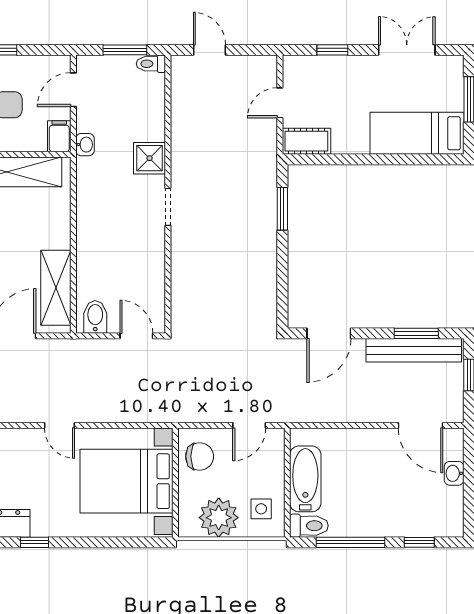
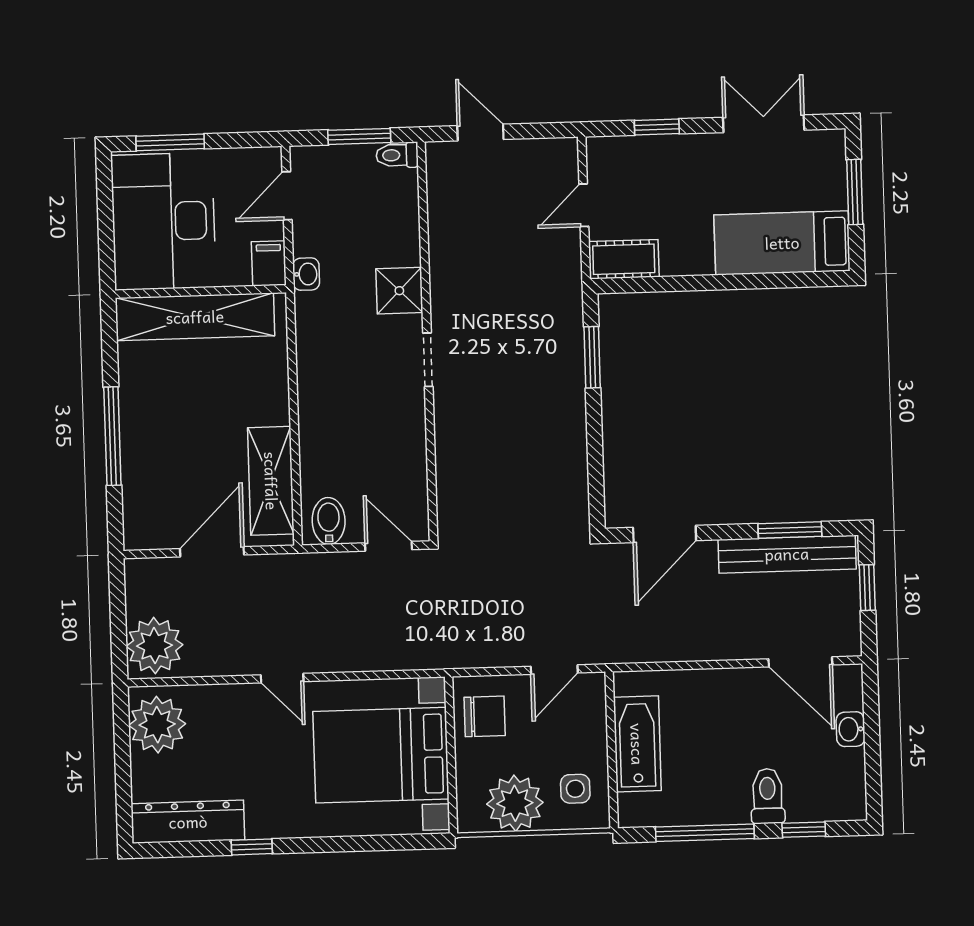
toilet: (309, 526) -> (768, 796), moved, turned -90

